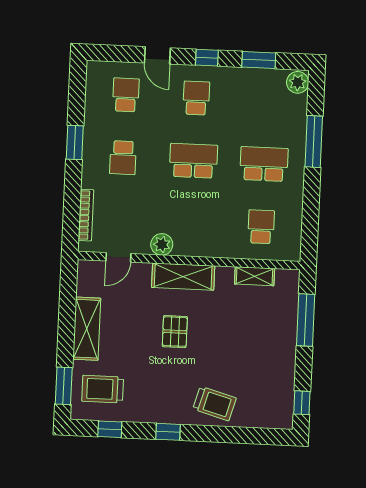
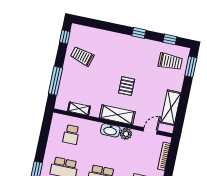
washbasin: (191, 246) -> (110, 130), added
shelving: (87, 329) -> (171, 108), moved
trolley: (215, 404) -> (82, 56), moved

